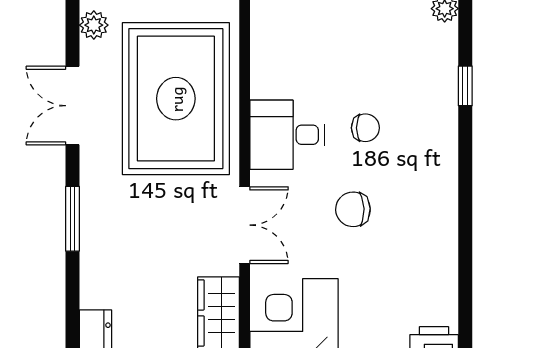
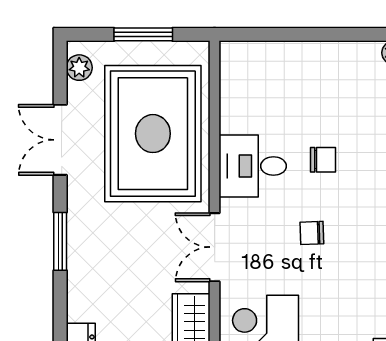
chair: (353, 209) -> (312, 233), width x0.73, depth x0.73
double door: (245, 225) -> (215, 247), swing flipped

